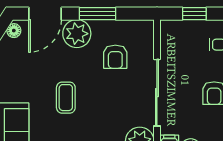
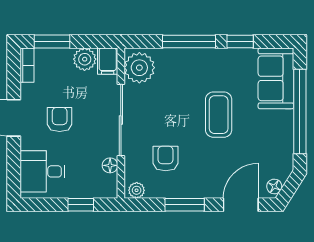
plant: (77, 34) -> (137, 190), moved, width x0.53, depth x0.53
floor lamp: (167, 50) -> (110, 165), added
coffee table: (66, 98) -> (219, 115), width x1.36, depth x1.30

